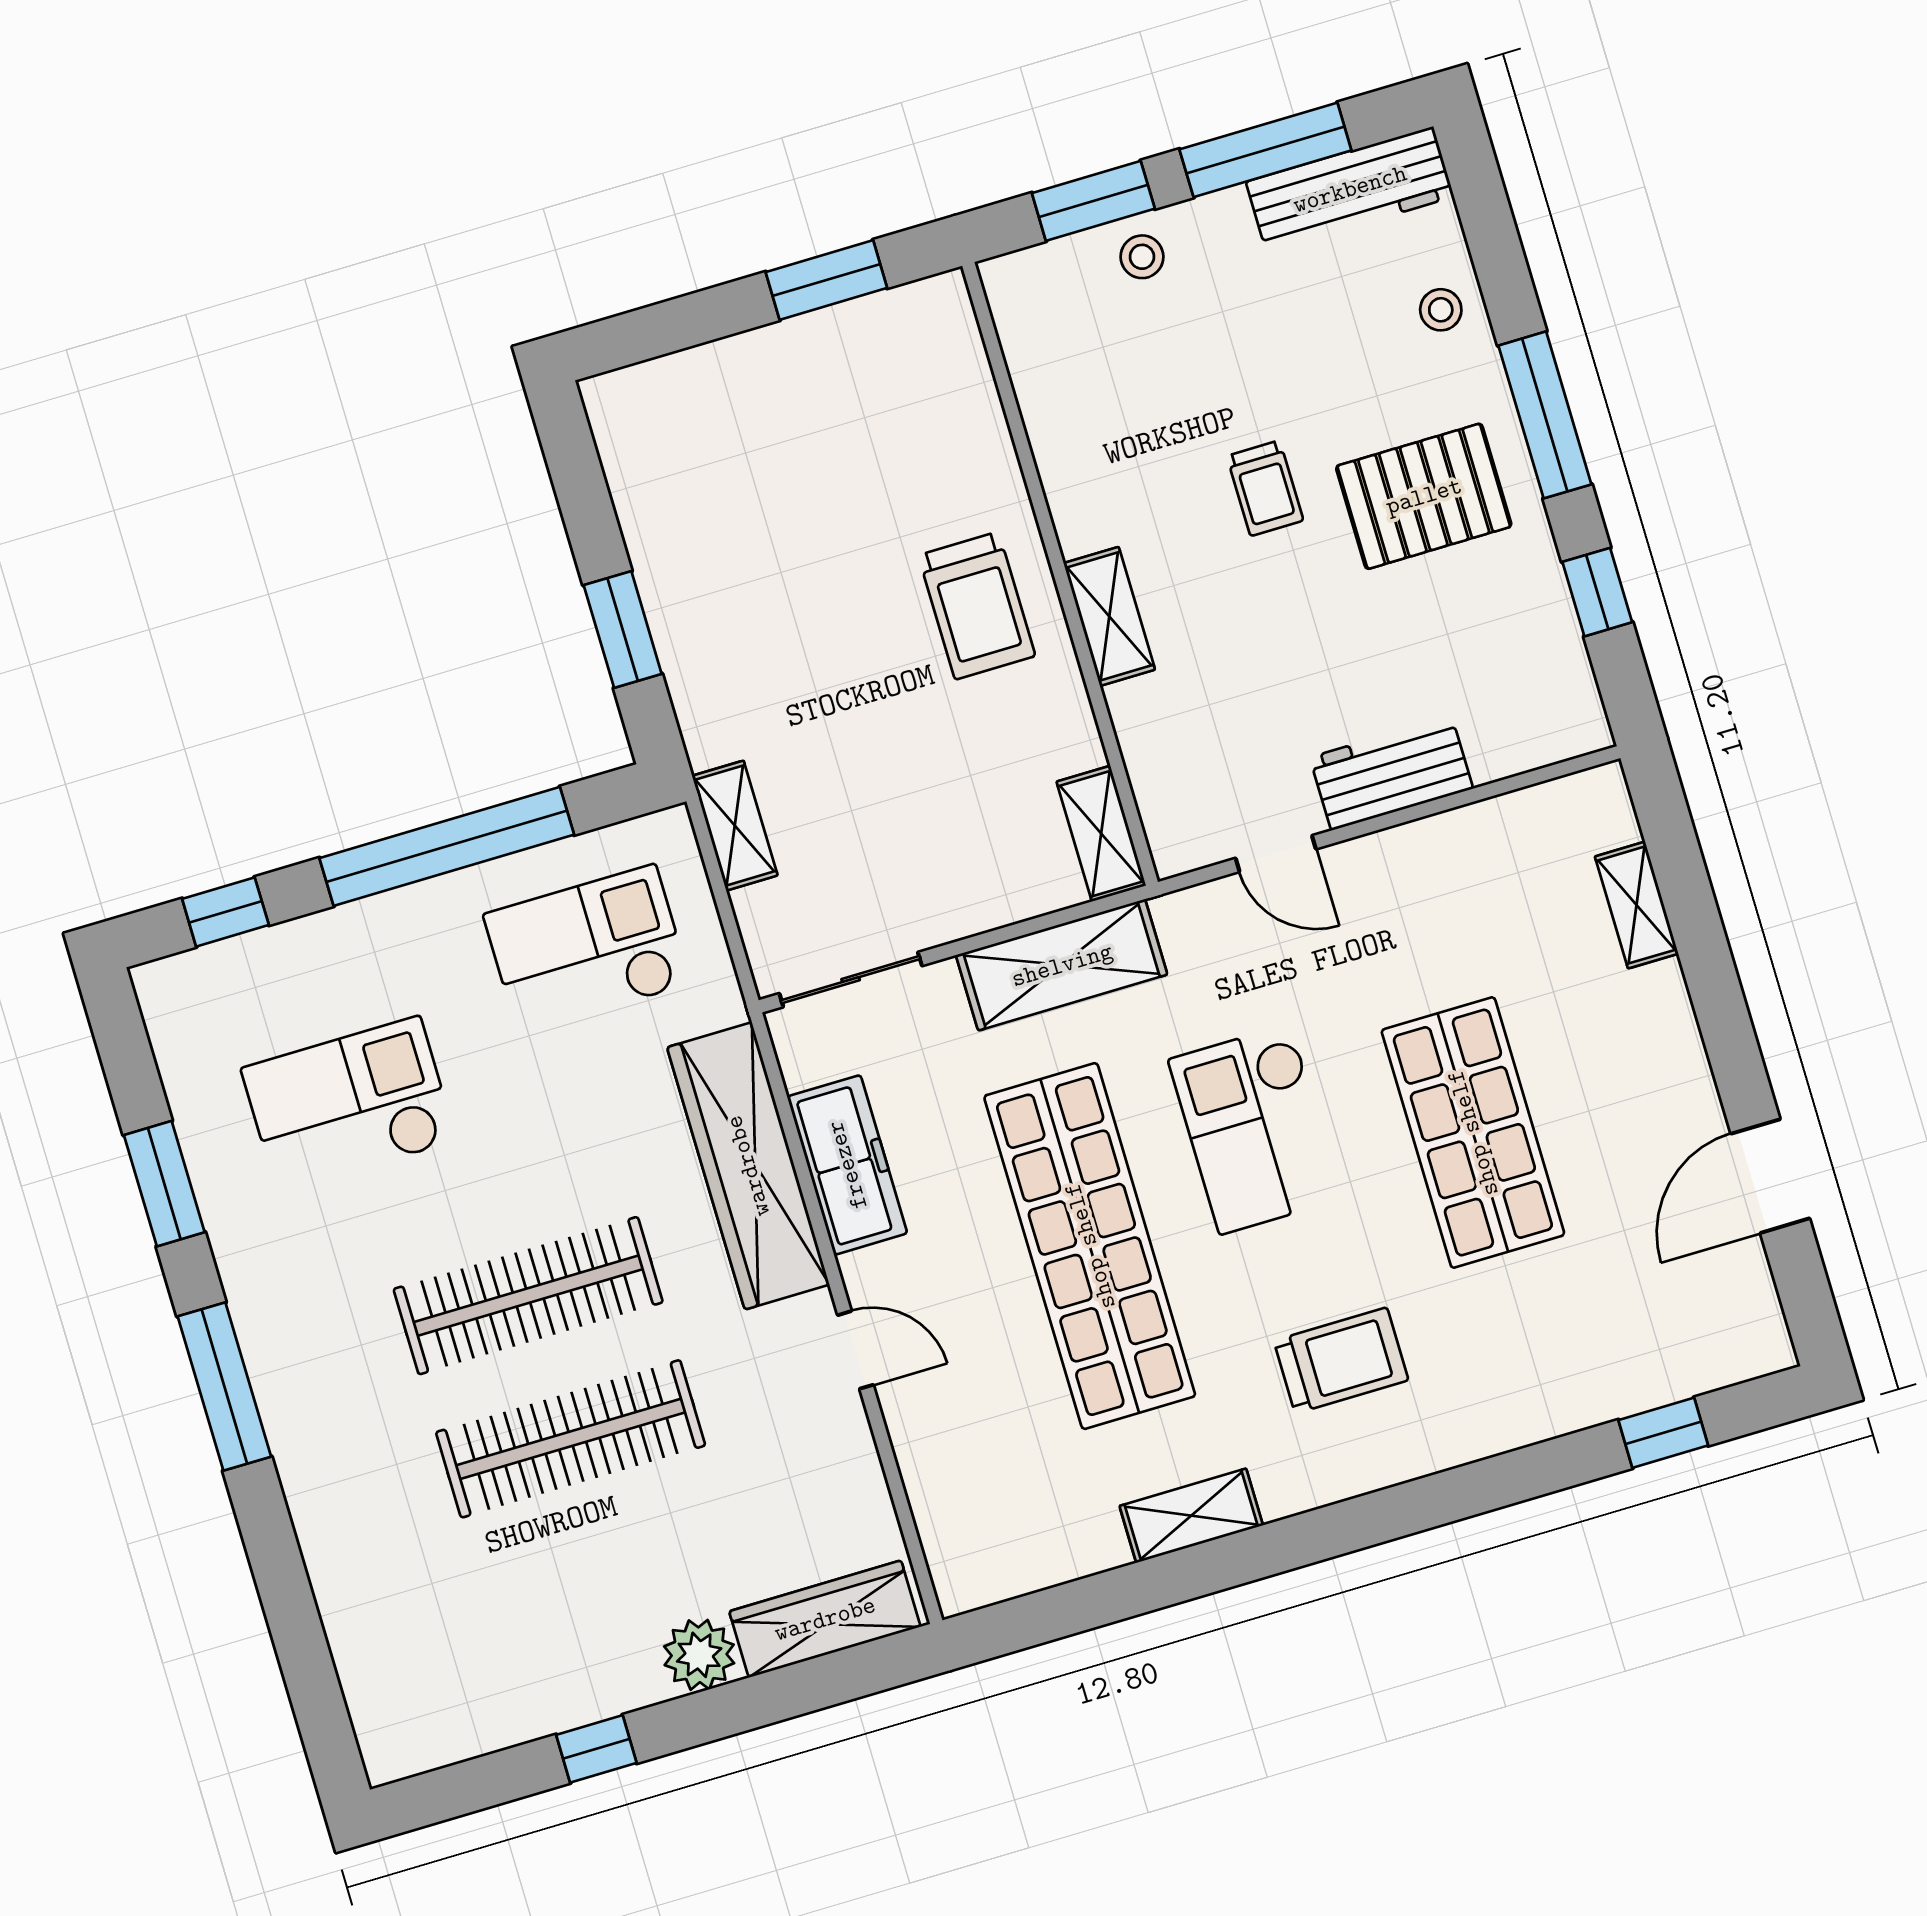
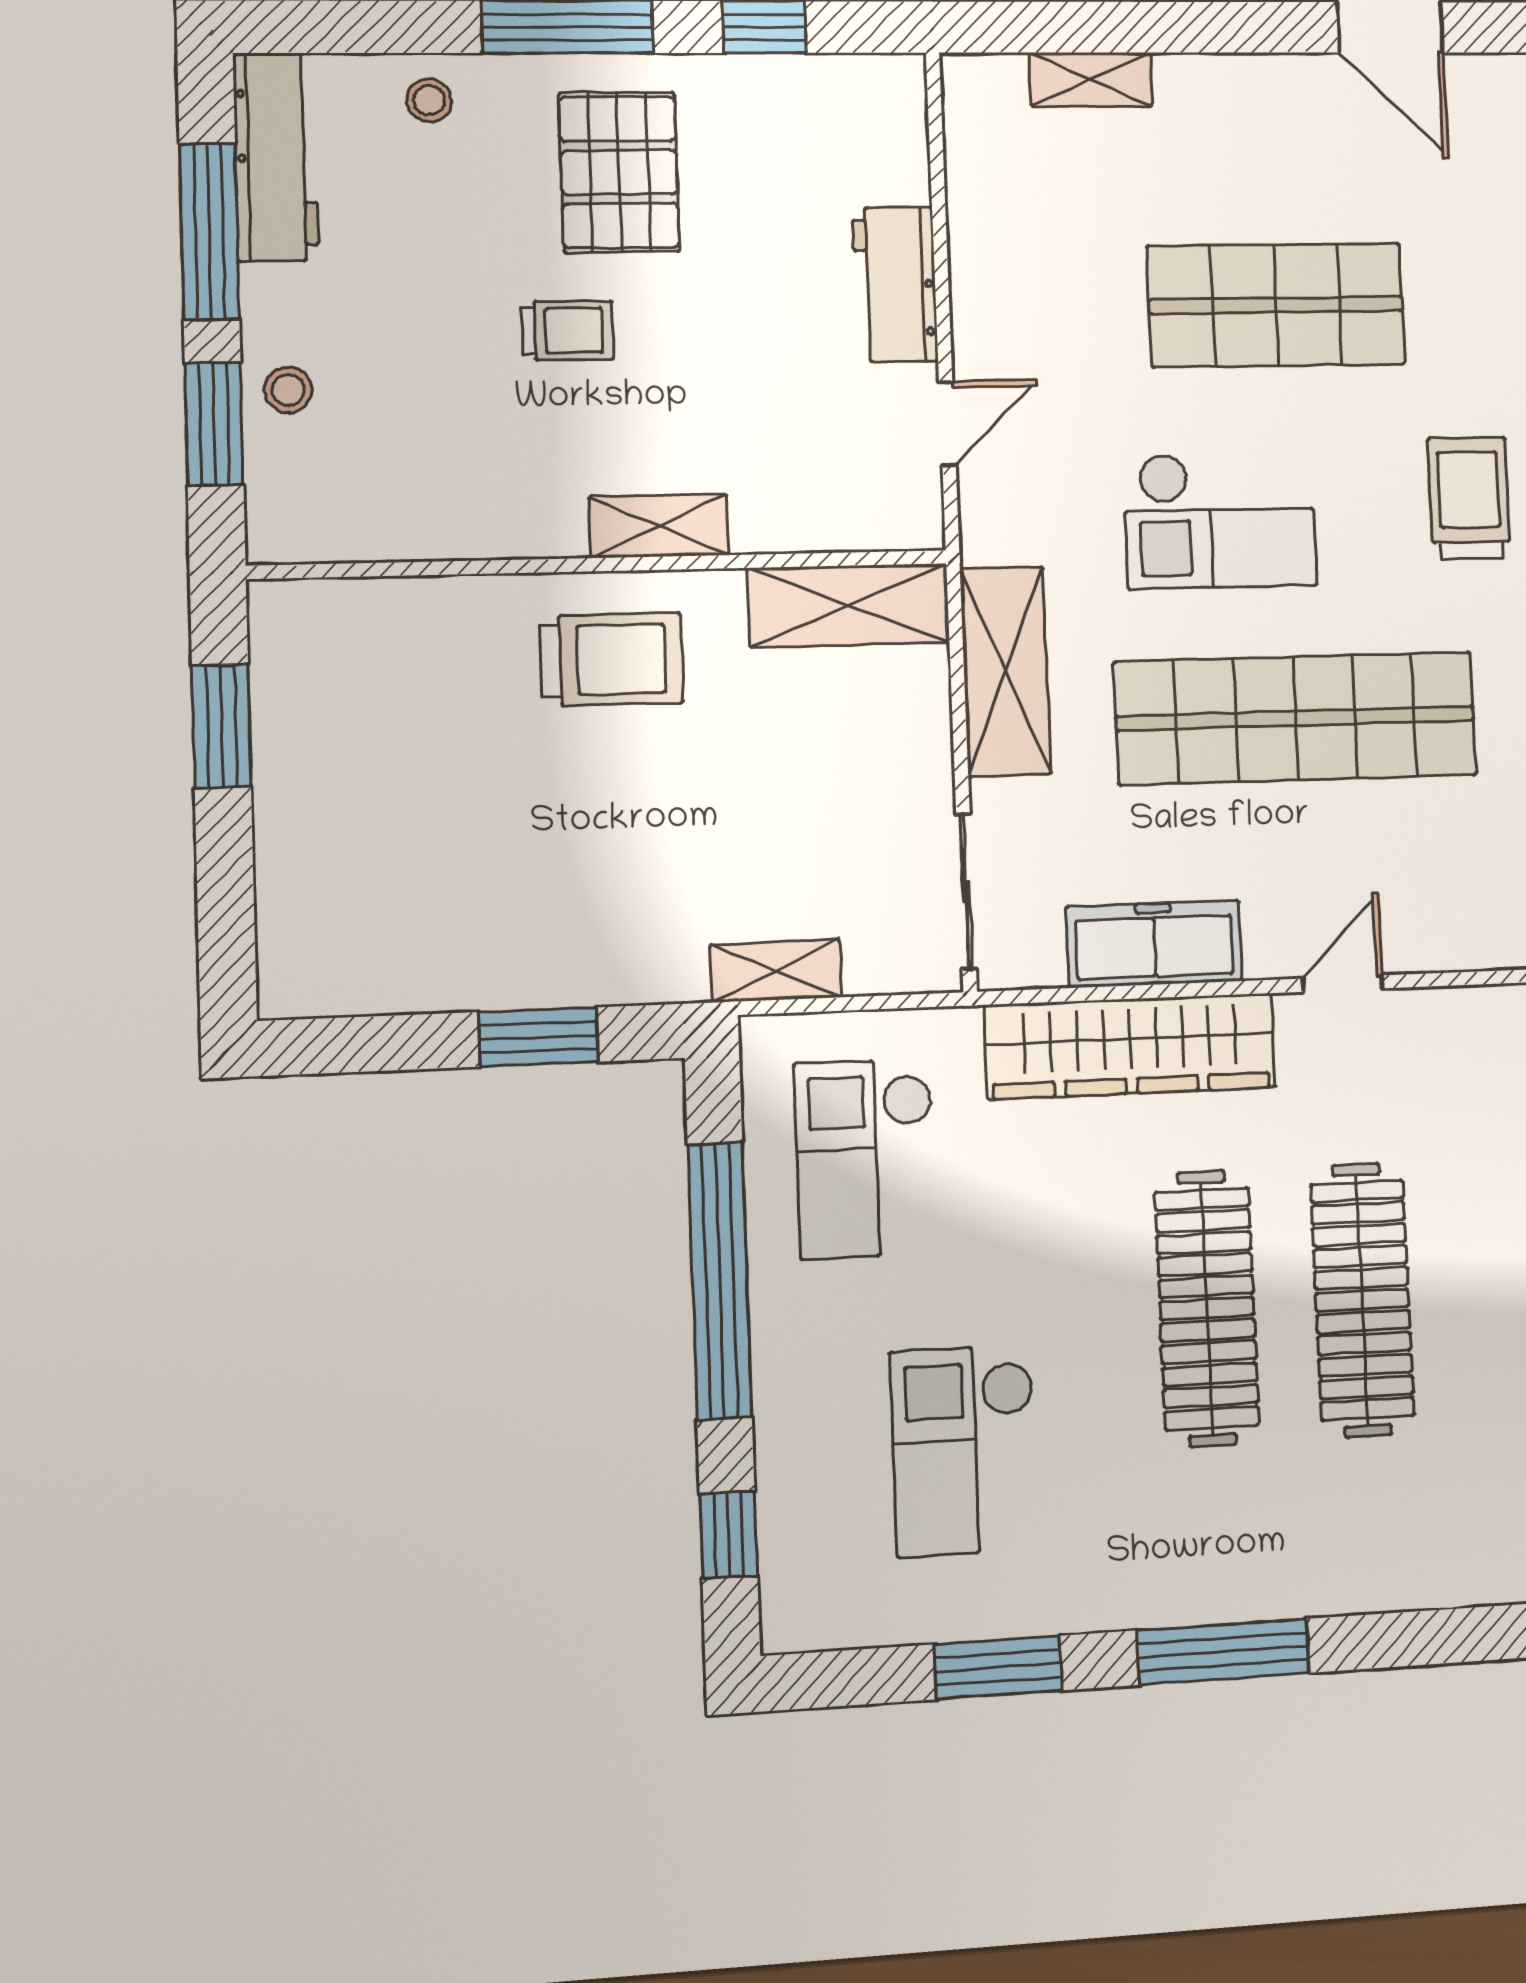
shelving: (1101, 834) -> (849, 605), width x1.50, depth x1.33

